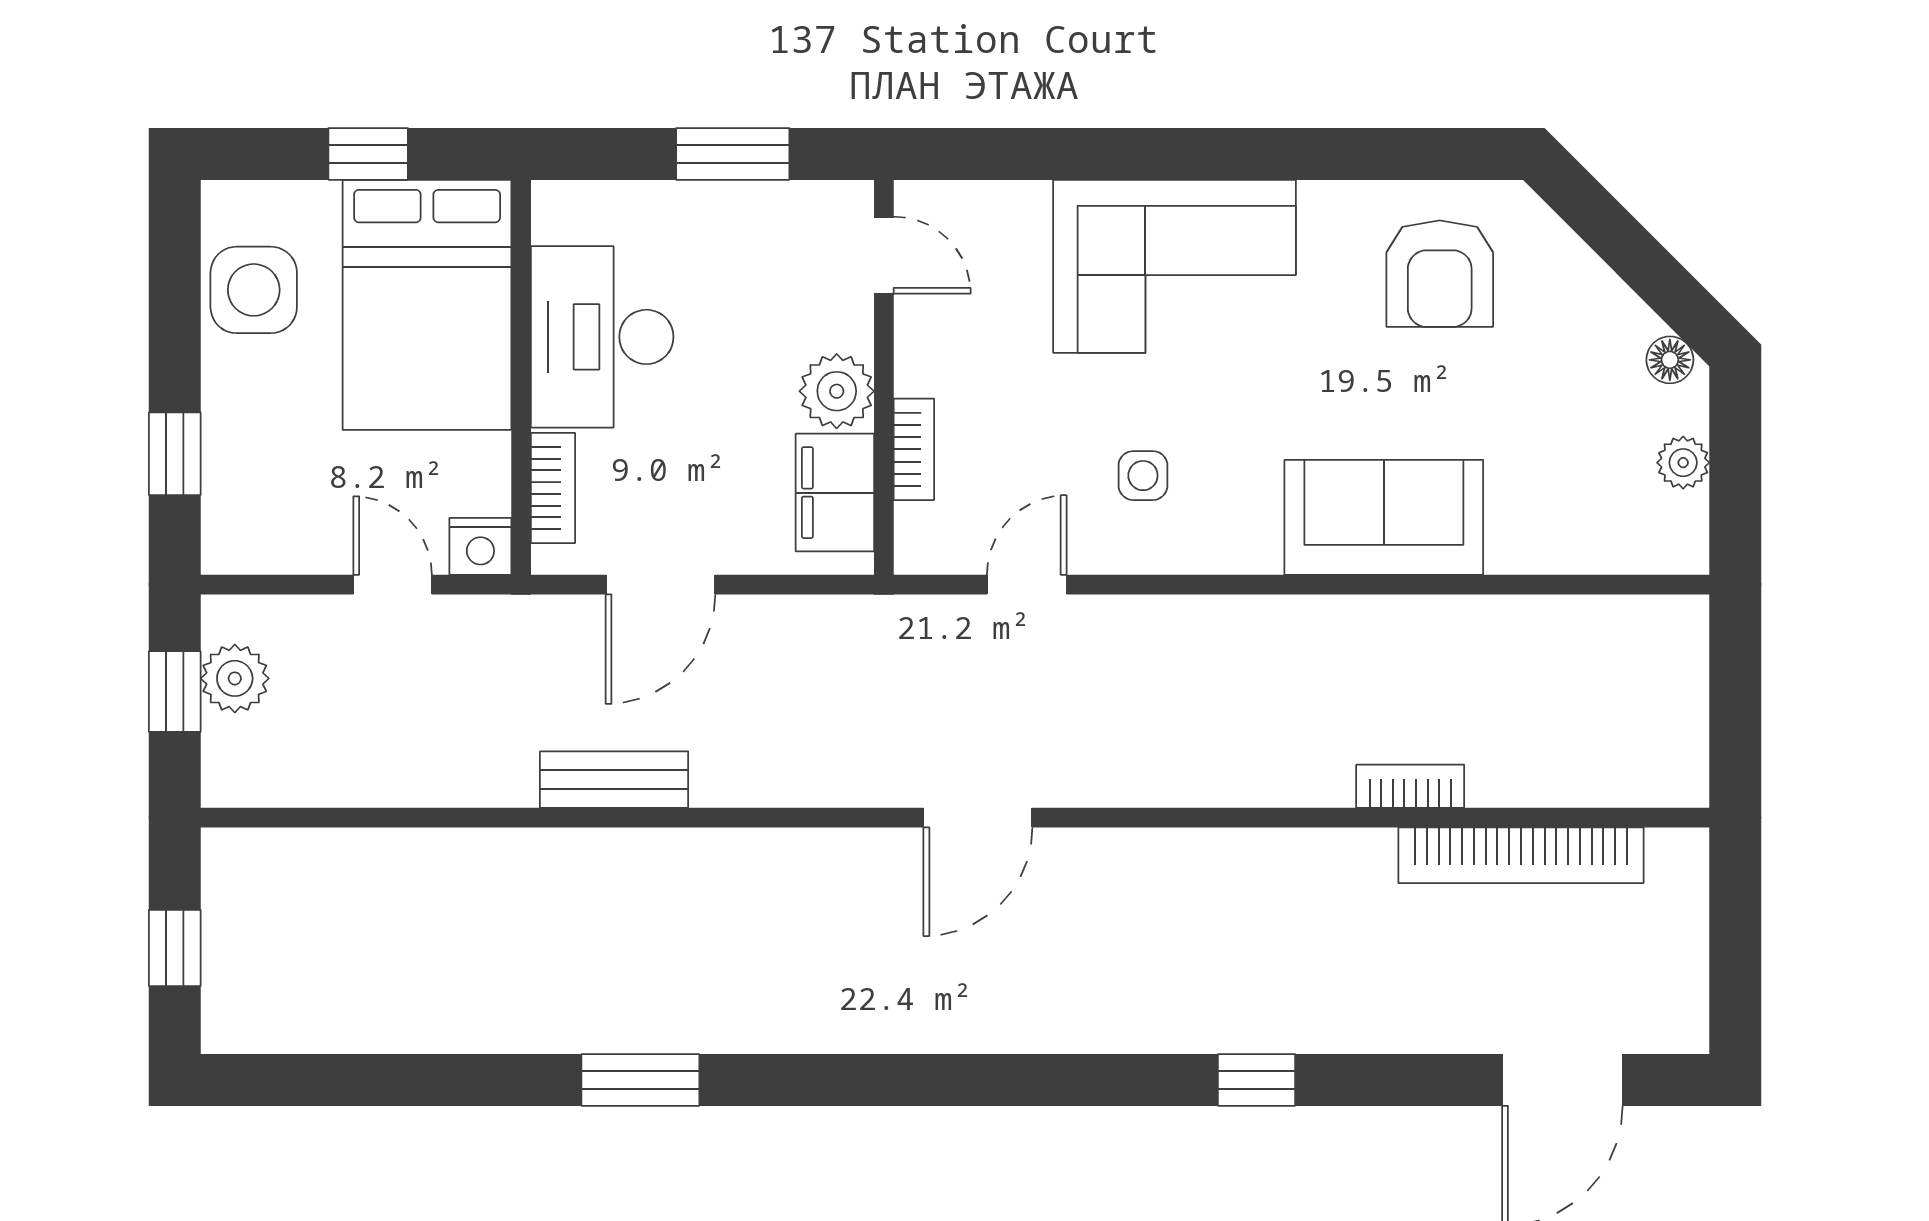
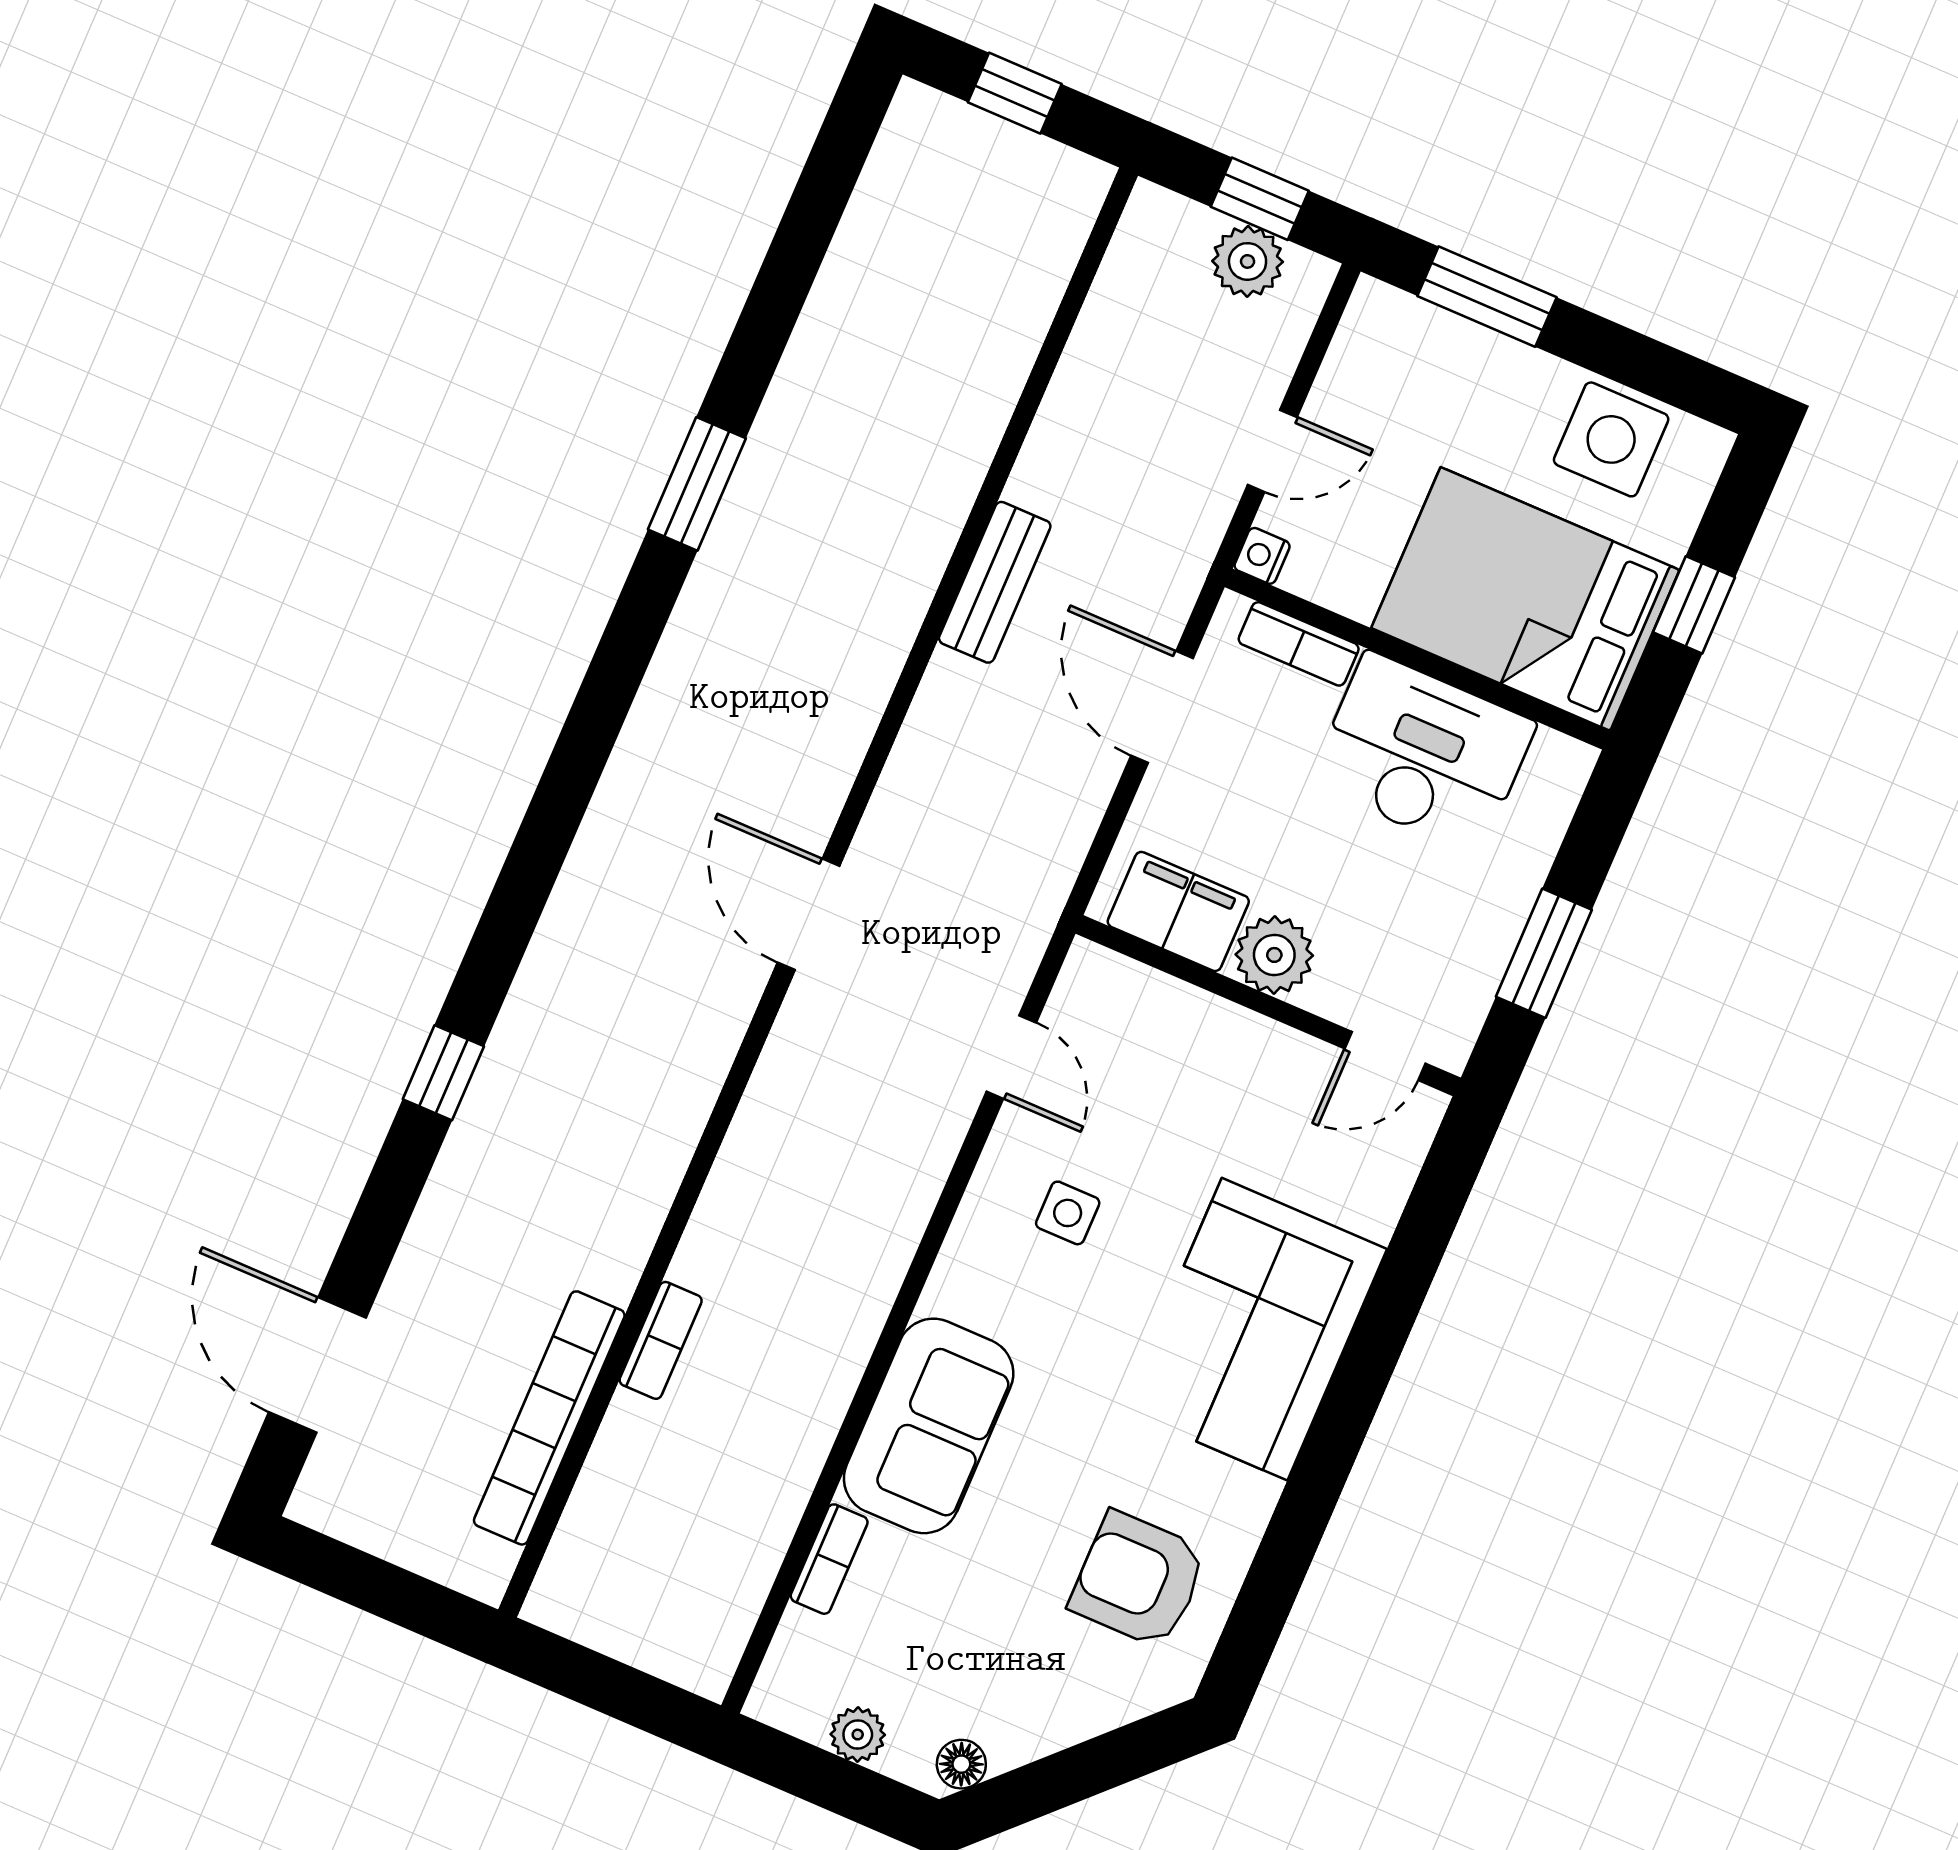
bookcase: (914, 449) -> (829, 1559), moved, turned -90
window: (175, 454) -> (1487, 297), width x1.50
nightstand: (480, 546) -> (1262, 556), width x0.72, depth x0.74

